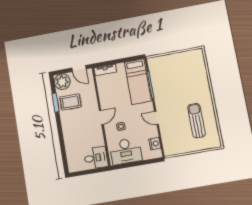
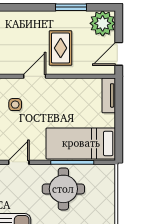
round table: (168, 87) -> (63, 189), added
rug: (70, 102) -> (61, 48), moved
door: (101, 117) -> (35, 76), swing flipped

